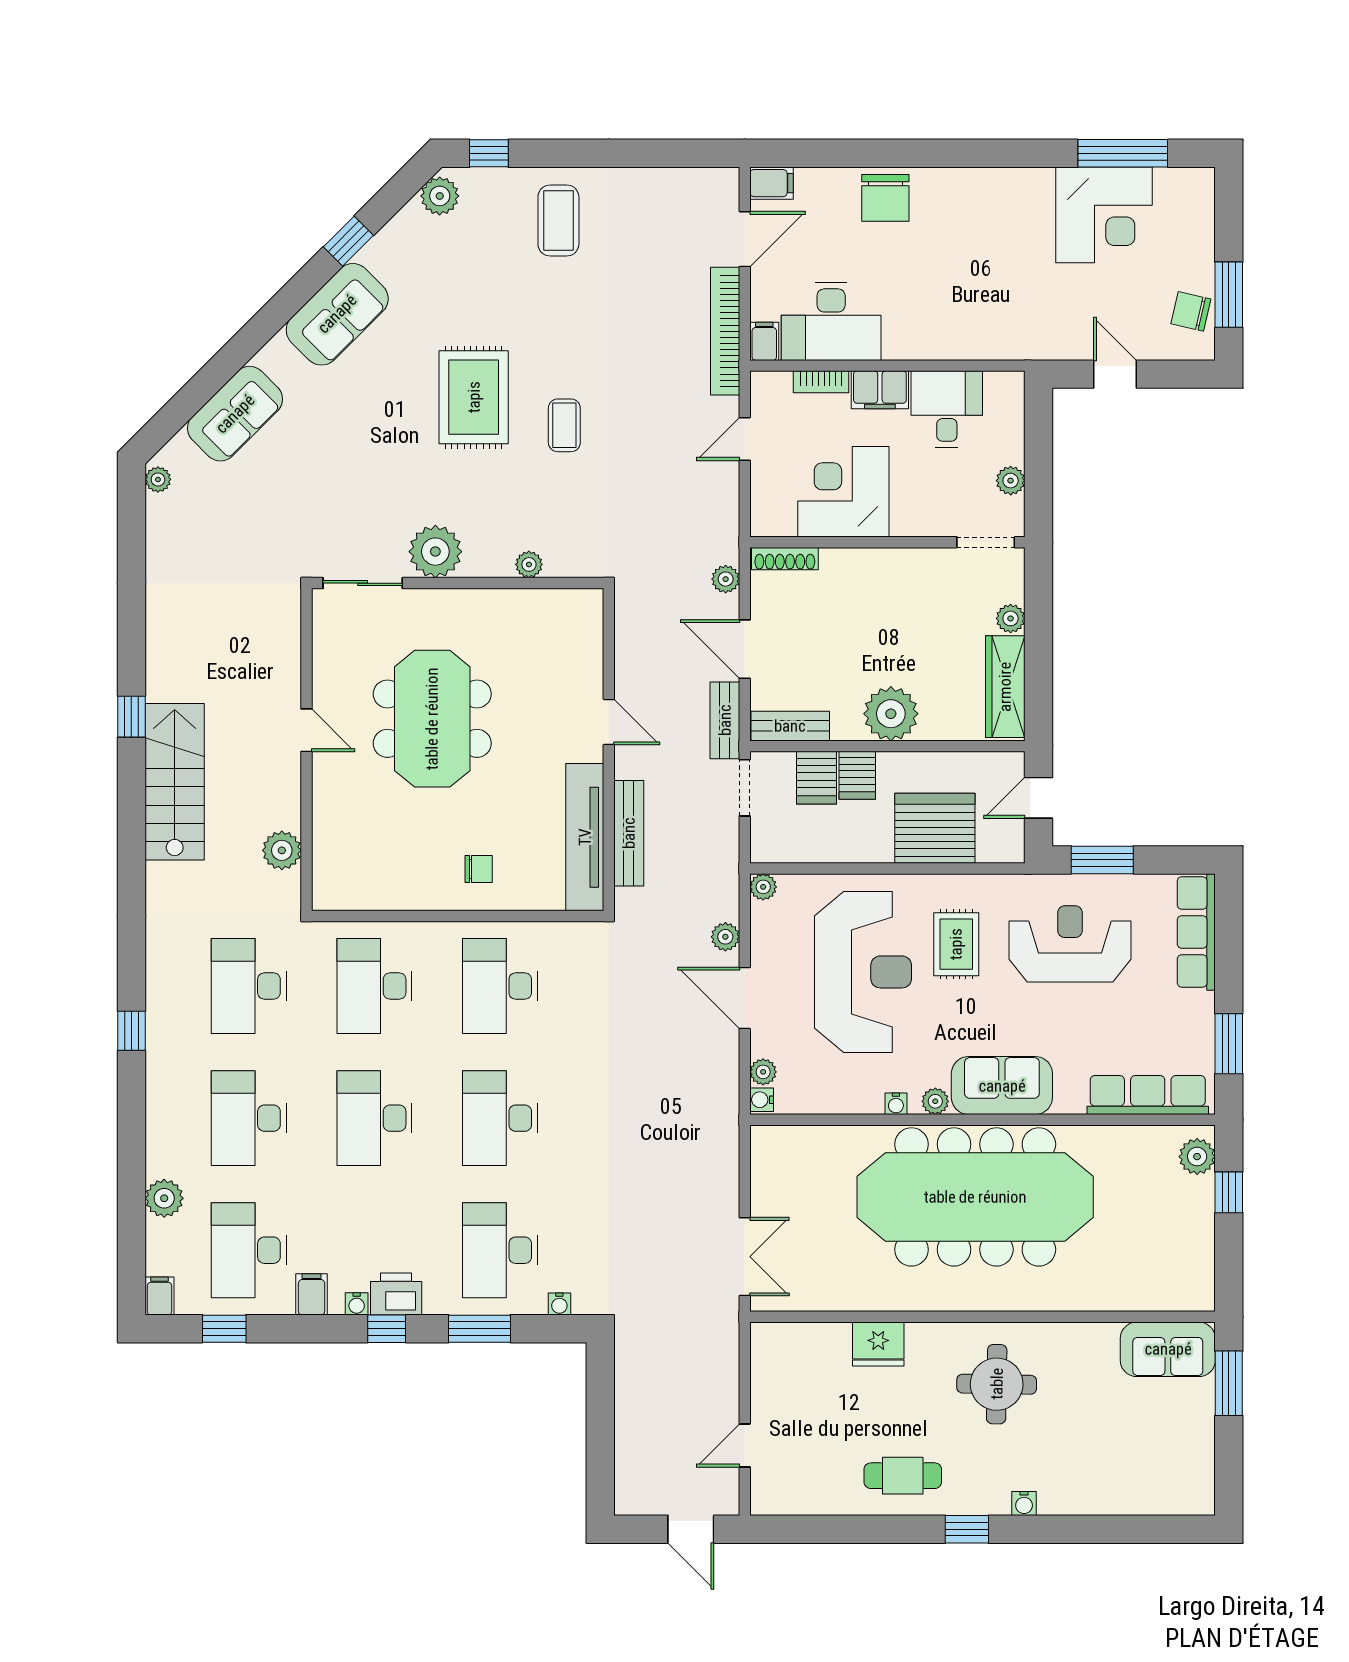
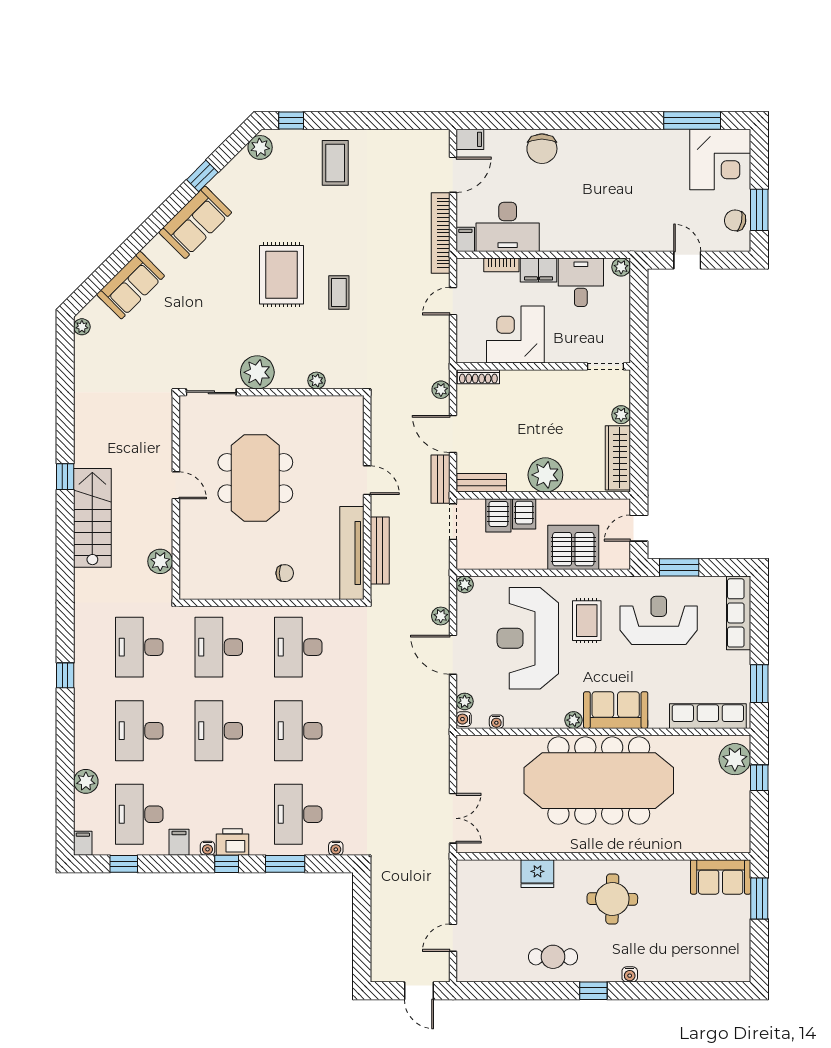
corner desk: (1104, 215) -> (720, 159), moved
plant: (1011, 481) -> (621, 267), moved
reception desk: (863, 972) -> (528, 638), turned 180
water cooler: (896, 1104) -> (496, 722), moved
plant: (1197, 1157) -> (735, 759), width x1.36, depth x1.36

